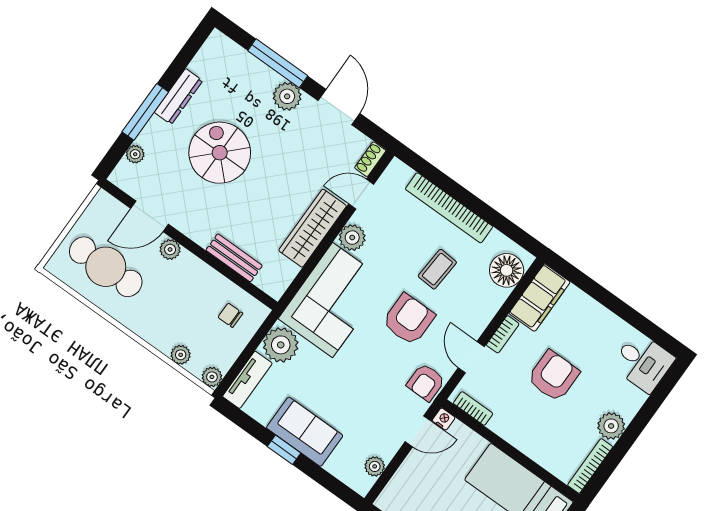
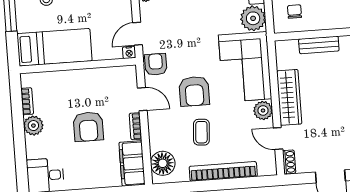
door: (361, 194) -> (278, 139), swing flipped
chair: (230, 315) -> (294, 12), turned -90
bookcase: (473, 408) -> (118, 72), removed
bookcase: (590, 466) -> (27, 101), width x0.64

